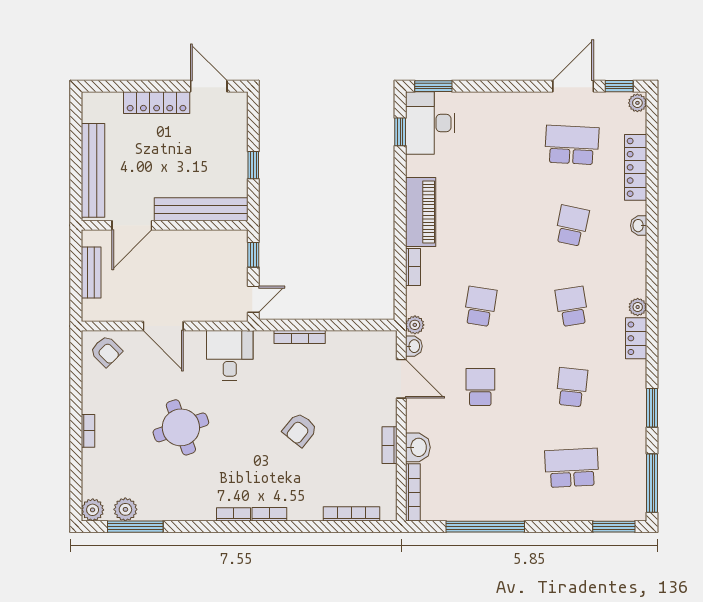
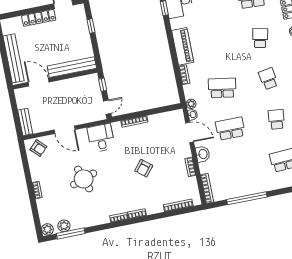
window: (253, 165) -> (91, 26), moved
door: (132, 225) -> (39, 82), swing flipped
bench: (91, 273) -> (25, 122), moved
school desk: (480, 306) -> (222, 88), width x1.85
school desk: (480, 387) -> (230, 129), width x1.85
washbasin: (418, 447) -> (203, 154), moved

